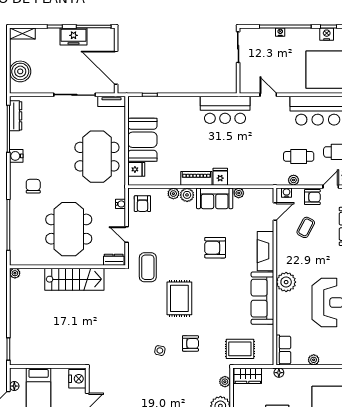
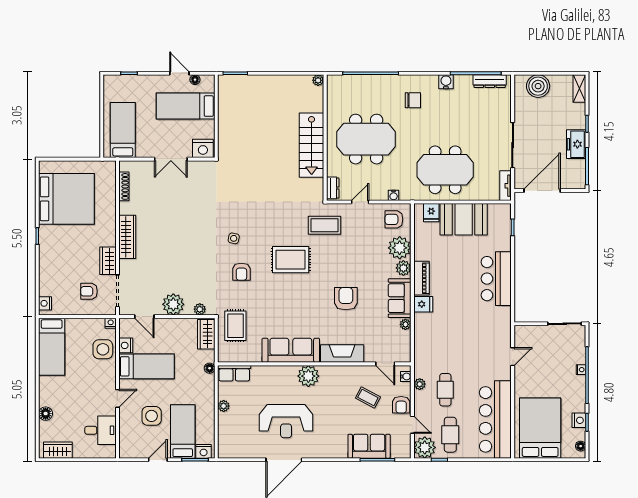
bar counter: (225, 110) -> (496, 279), moved
plant: (173, 194) -> (400, 248), width x1.87, depth x1.87

